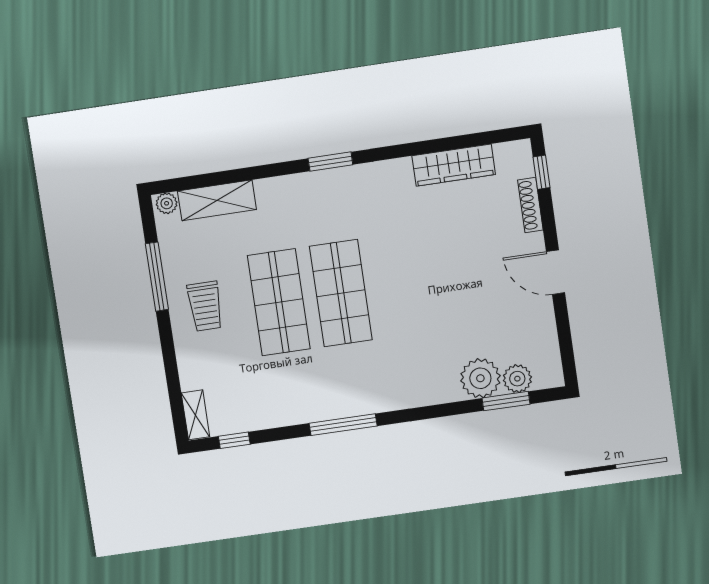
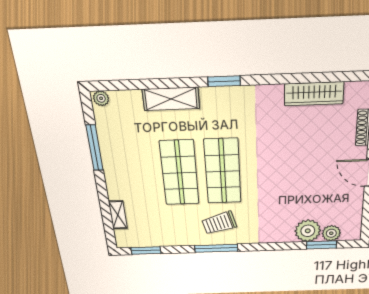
shelving: (217, 200) -> (171, 99), moved
trolley: (205, 306) -> (219, 223), moved, turned 74
shelving: (196, 415) -> (118, 215), moved
window: (234, 440) -> (146, 251), width x1.50

